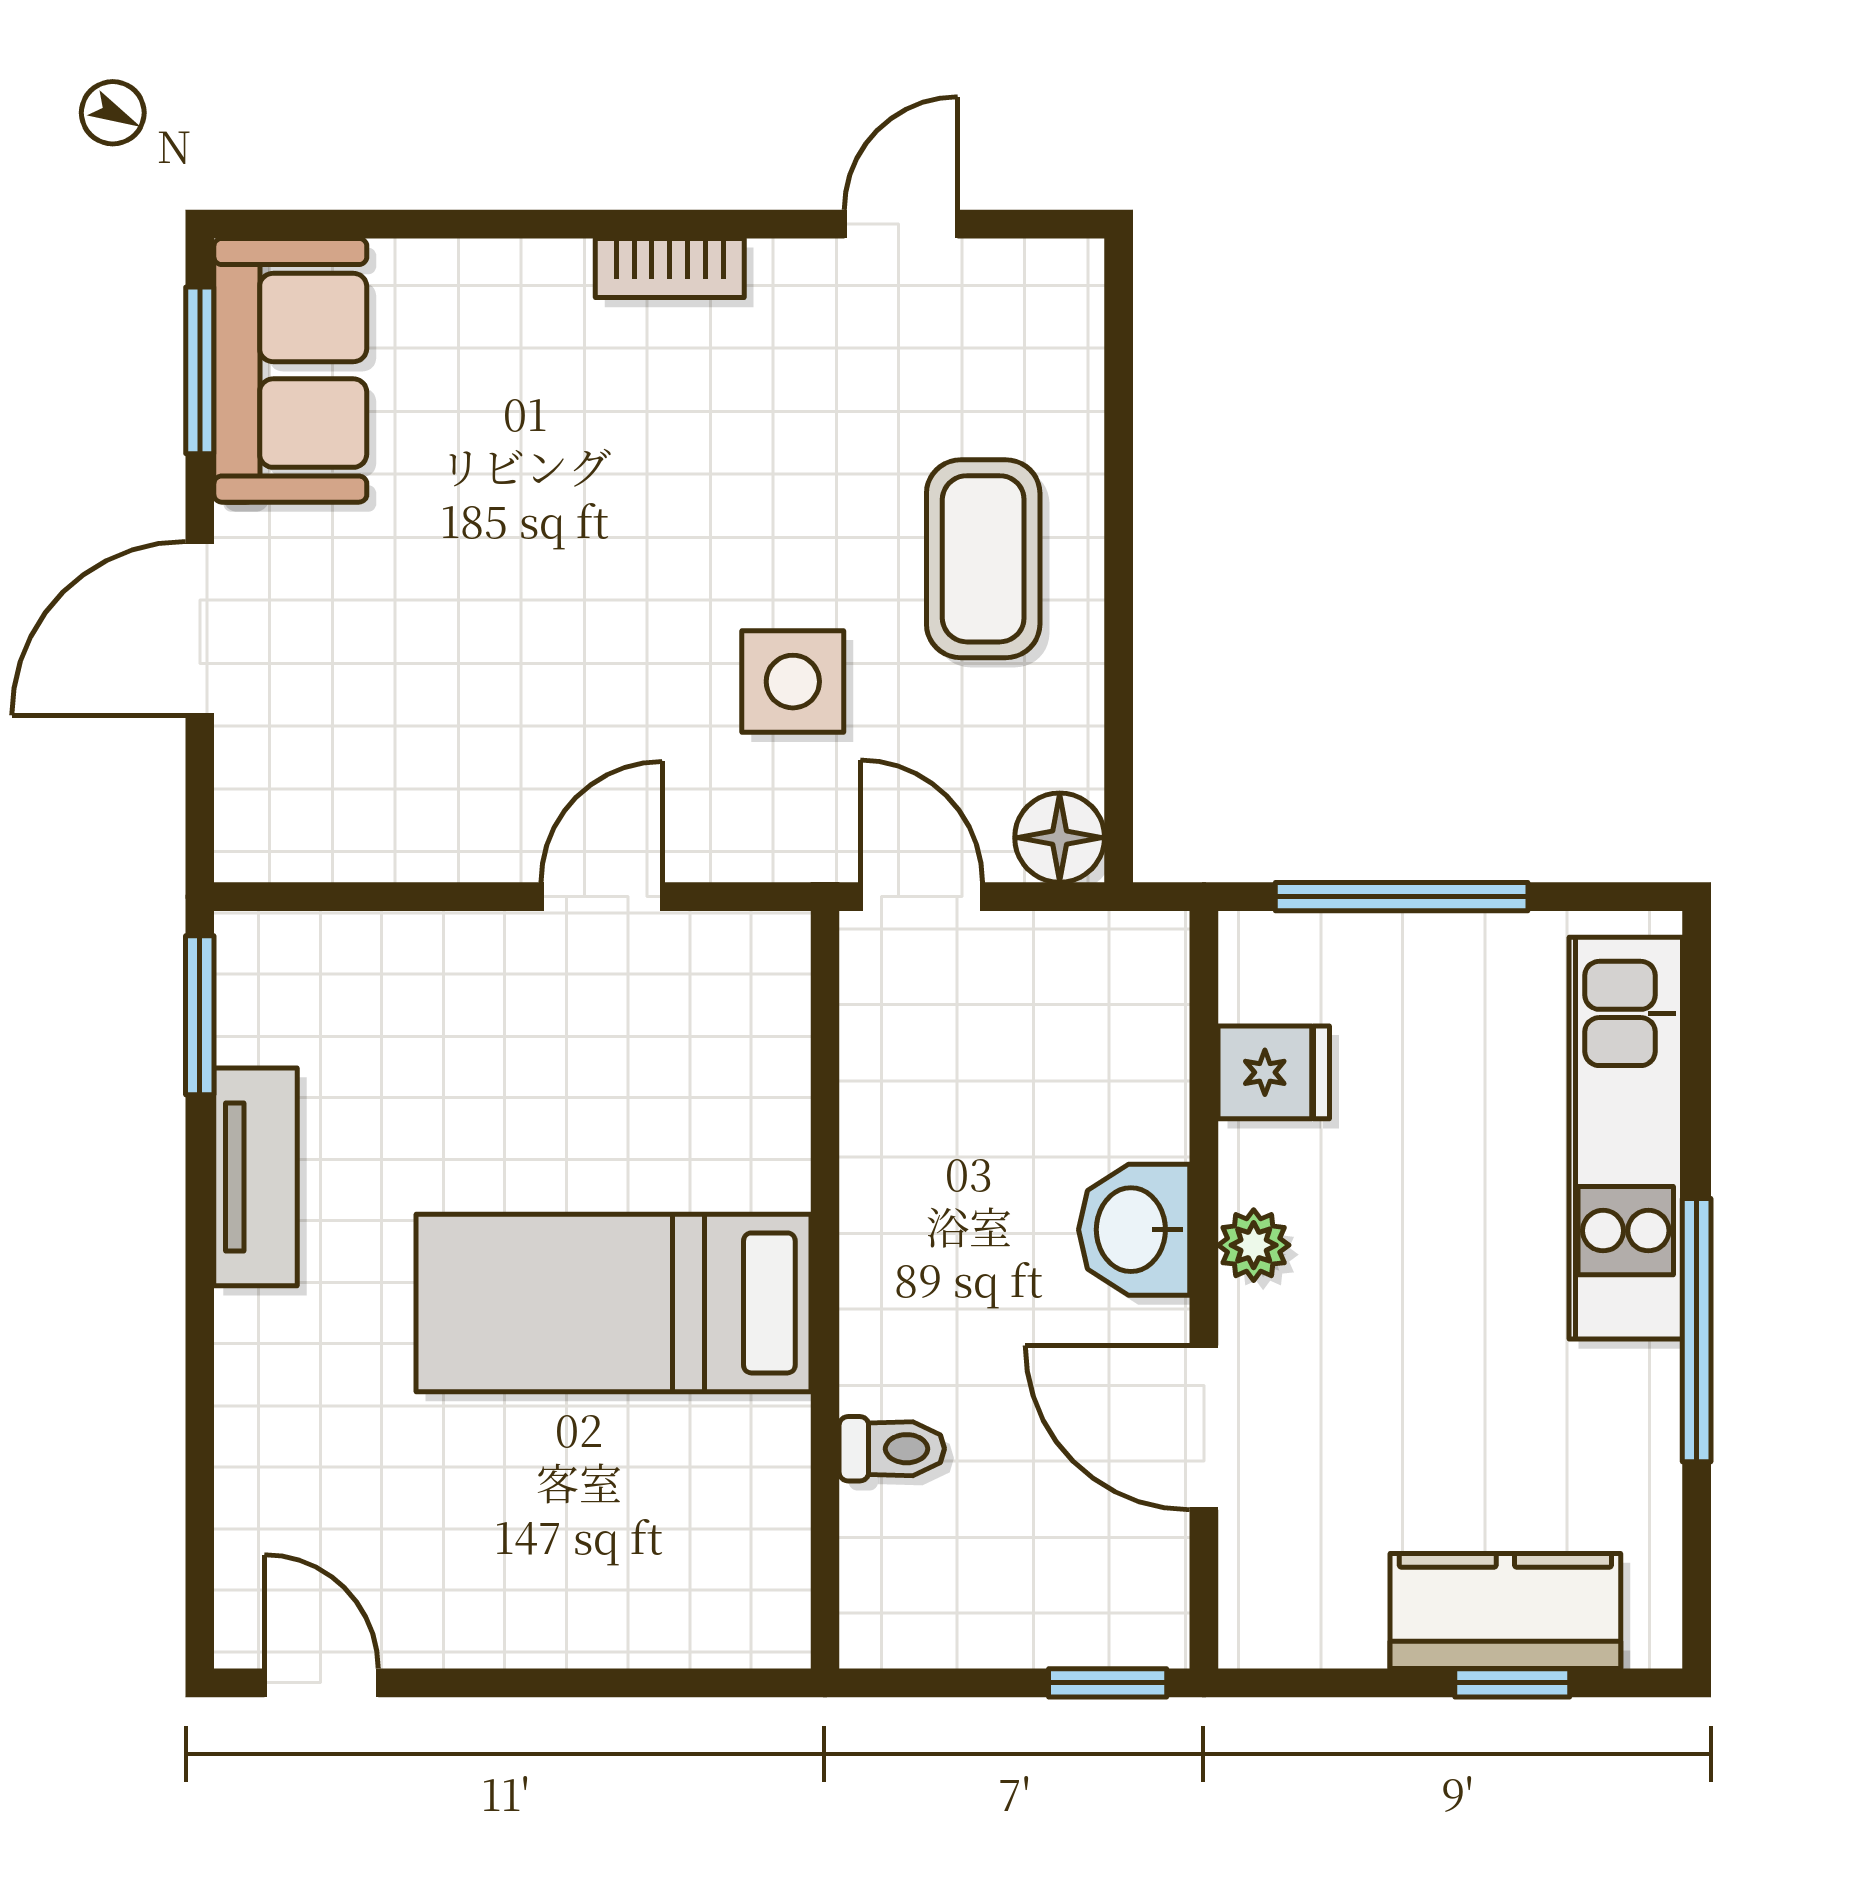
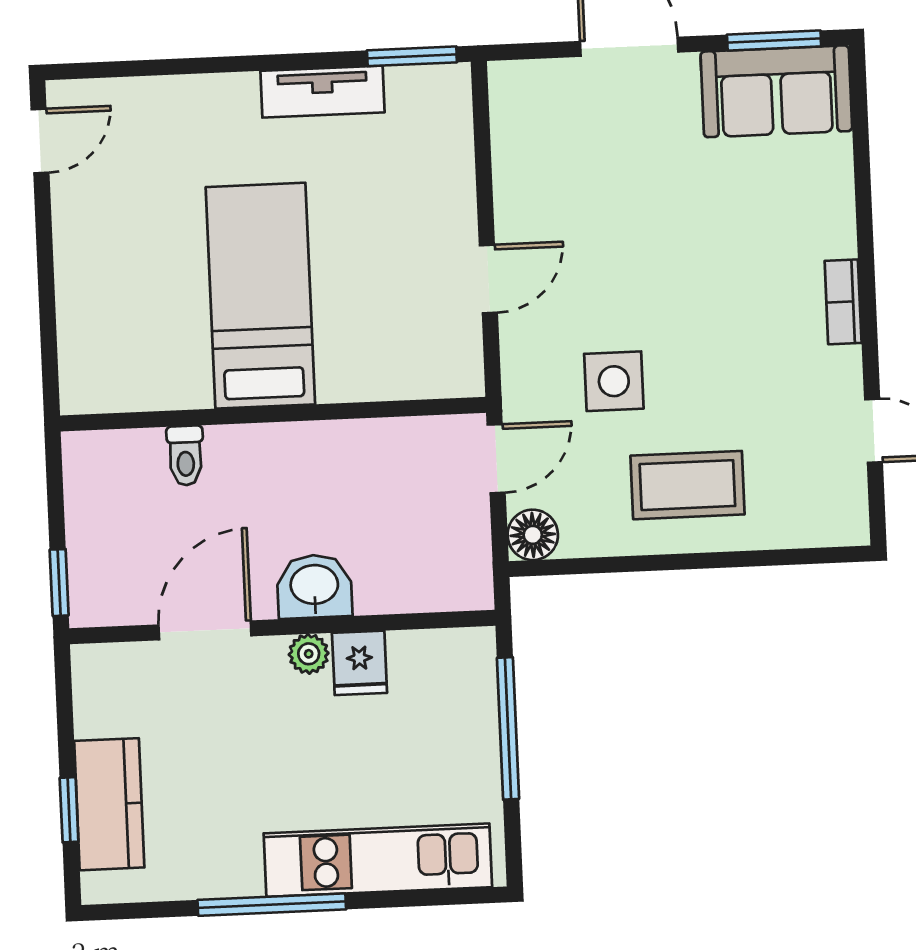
door: (602, 897) -> (488, 279), hinge flipped
fridge: (1274, 1072) -> (360, 663), moved

